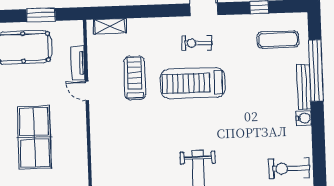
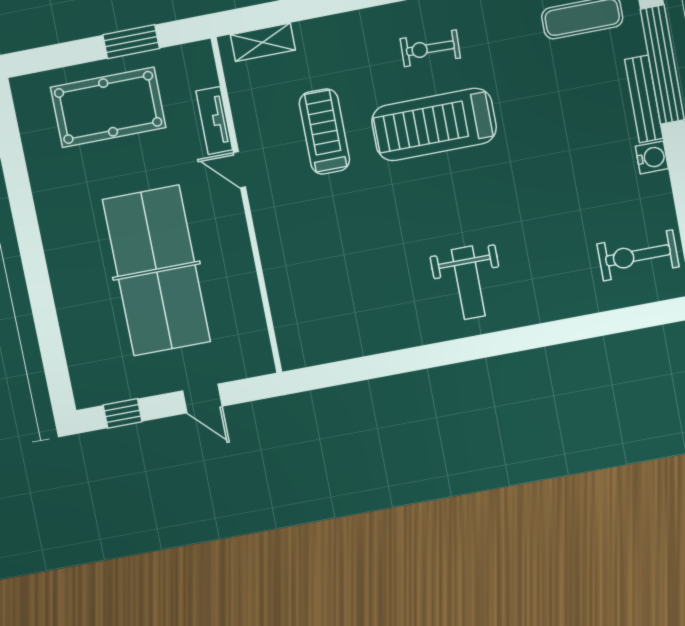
table tennis table: (34, 137) -> (156, 271), width x1.36, depth x1.32

